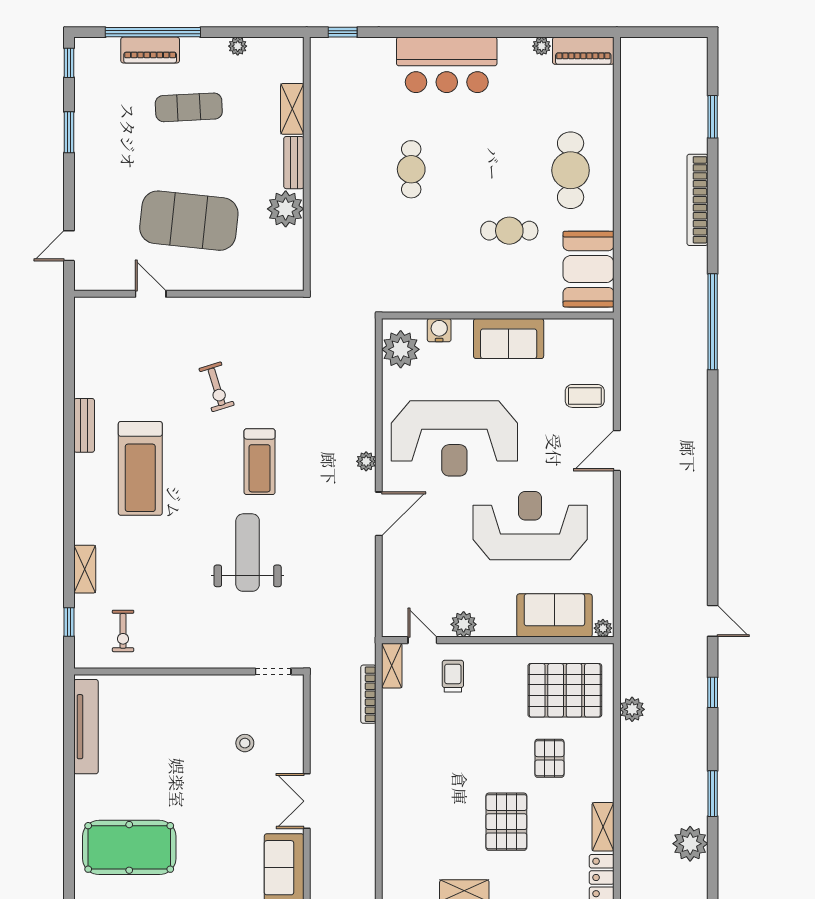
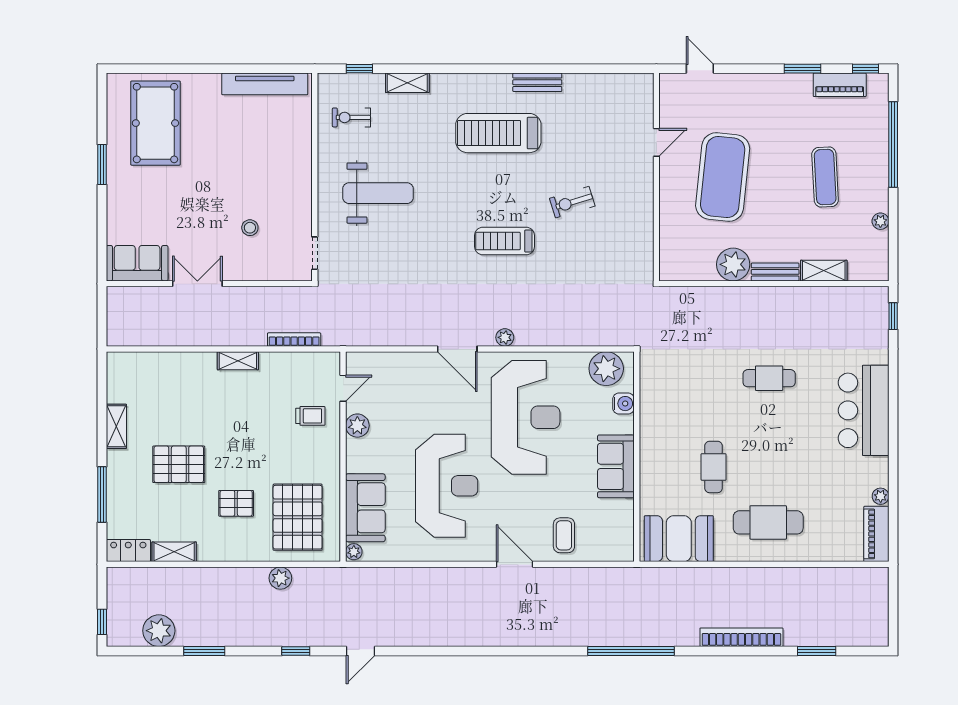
piano: (150, 50) -> (840, 85), moved, turned -90
reception desk: (454, 438) -> (526, 417), turned 180
weight bench: (248, 553) -> (378, 193), moved
shelving: (392, 666) -> (238, 361), moved

